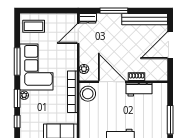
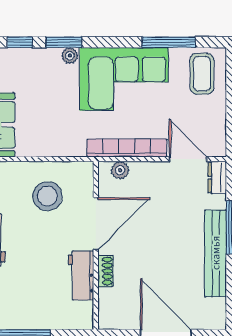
bench: (145, 19) -> (216, 253), moved
window: (17, 62) -> (168, 42), moved
bookcase: (72, 92) -> (127, 148), moved
stool: (88, 94) -> (47, 196), moved

